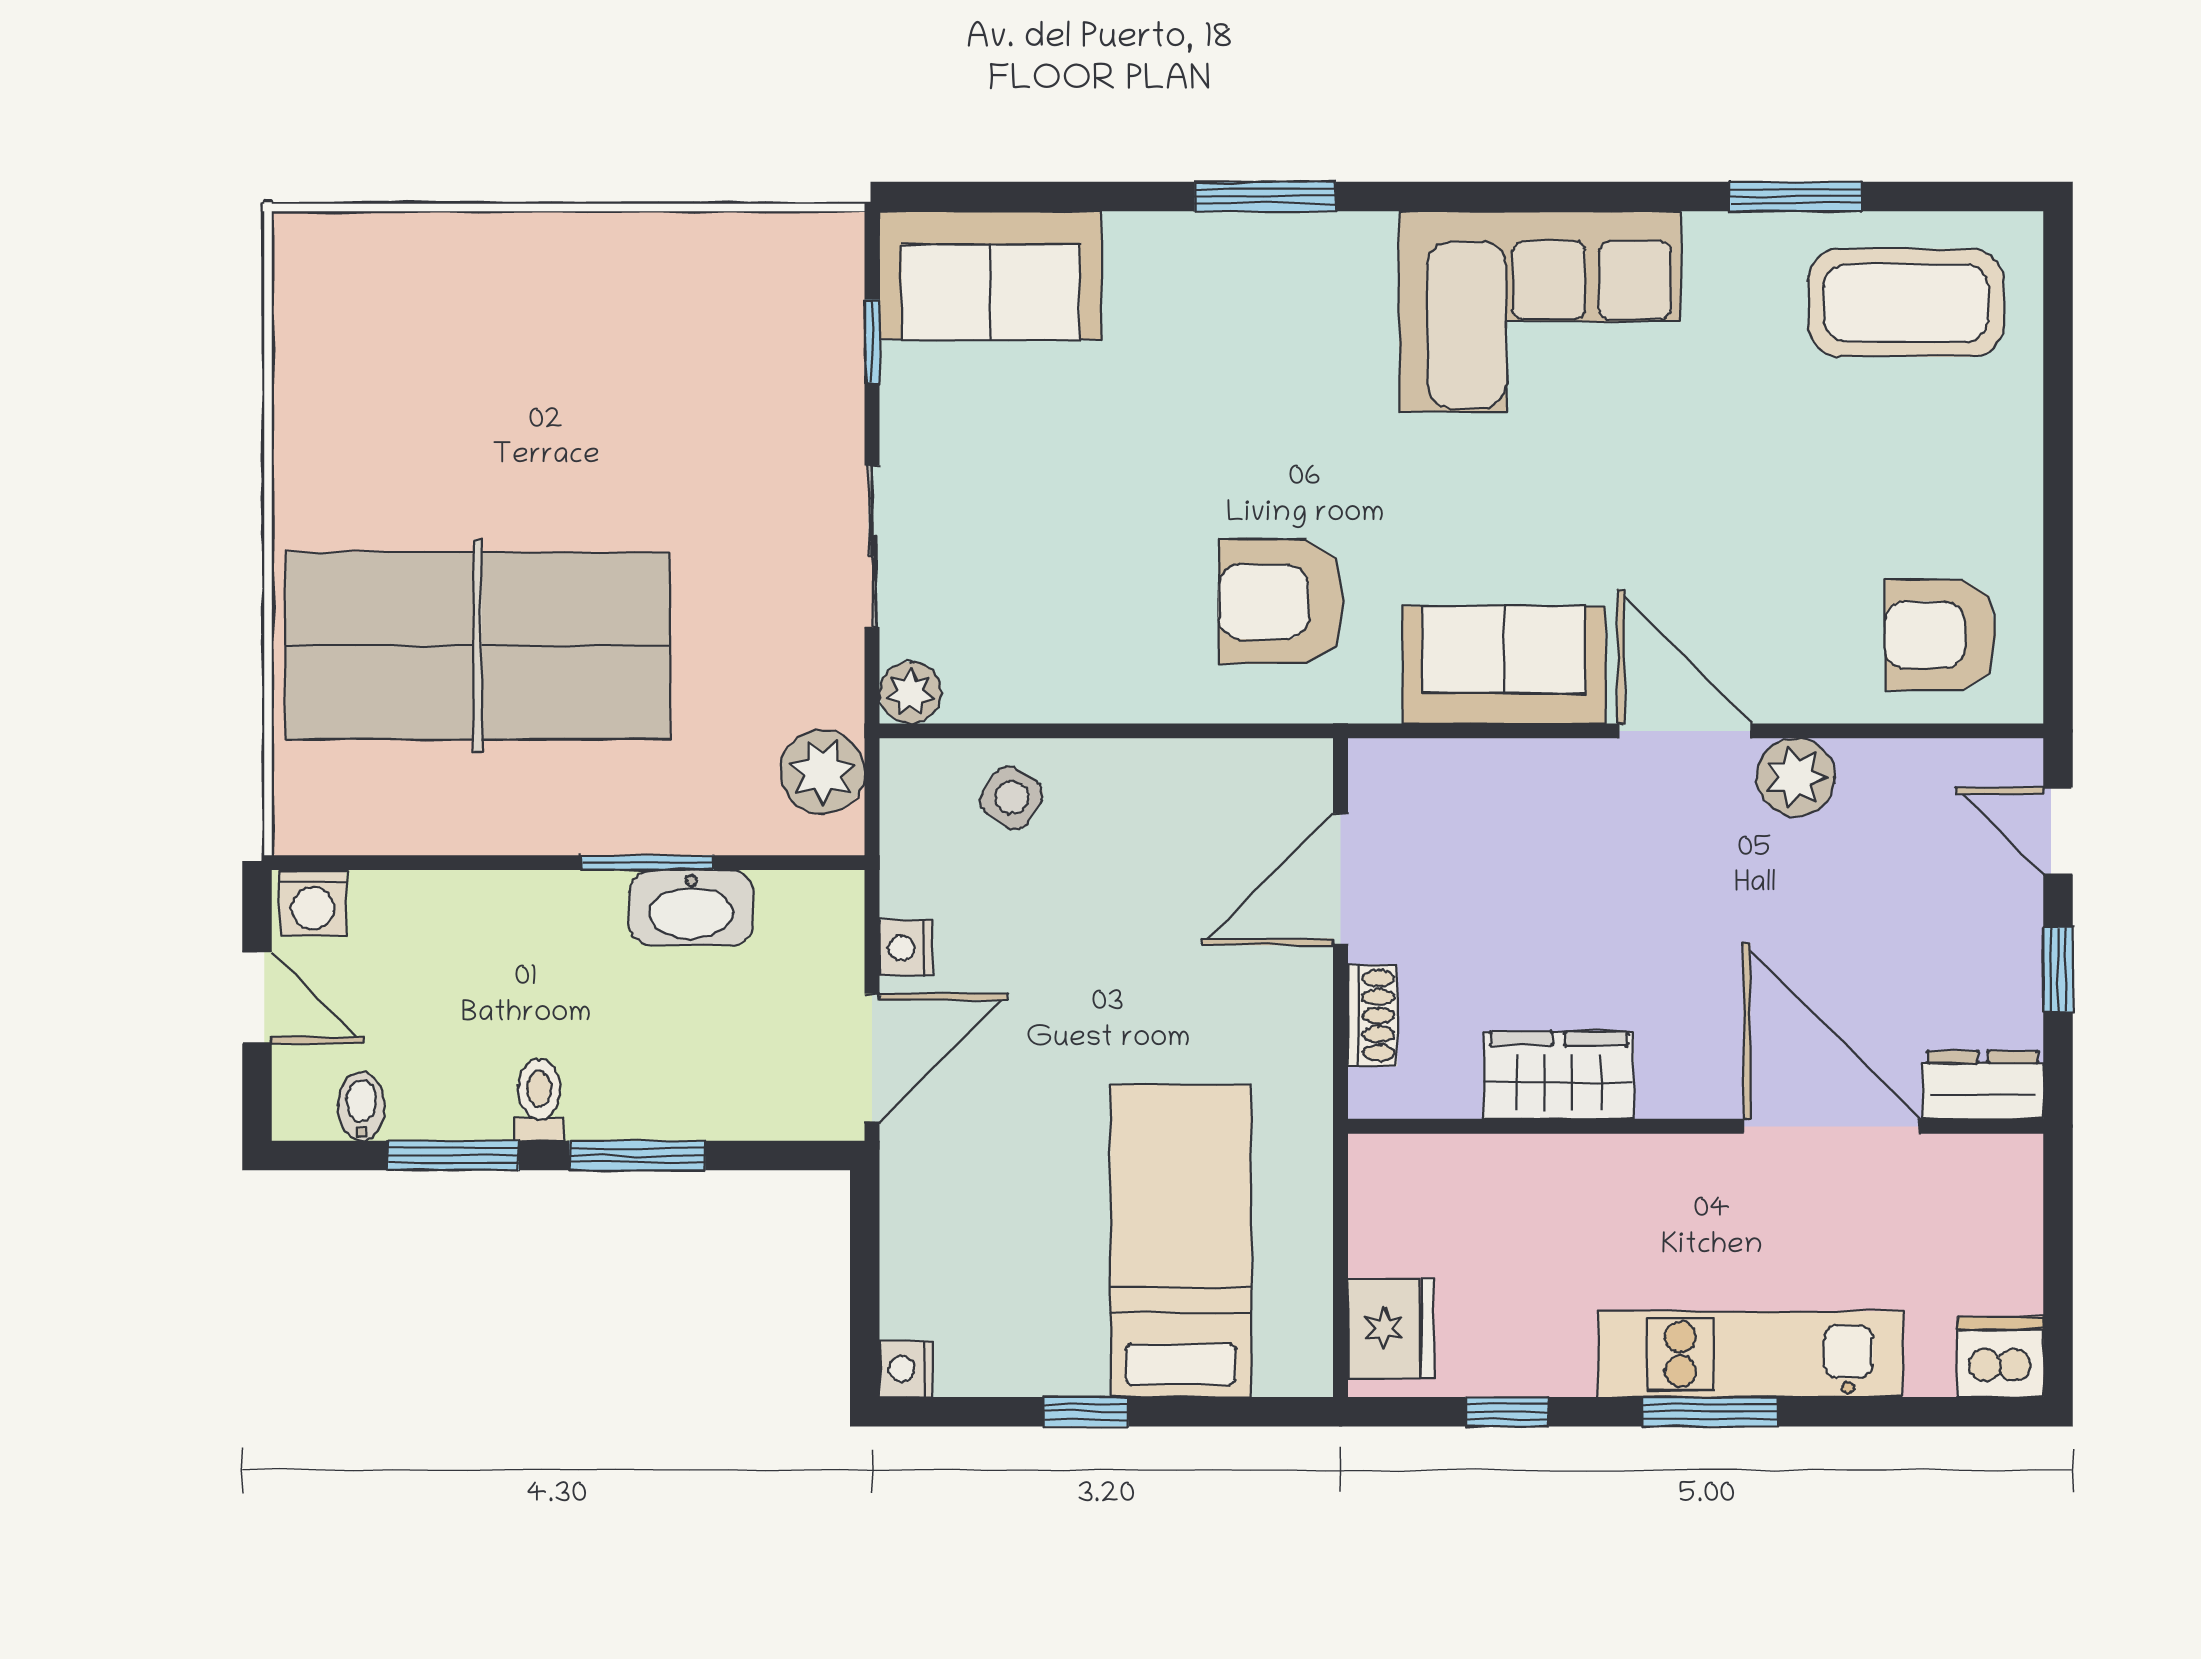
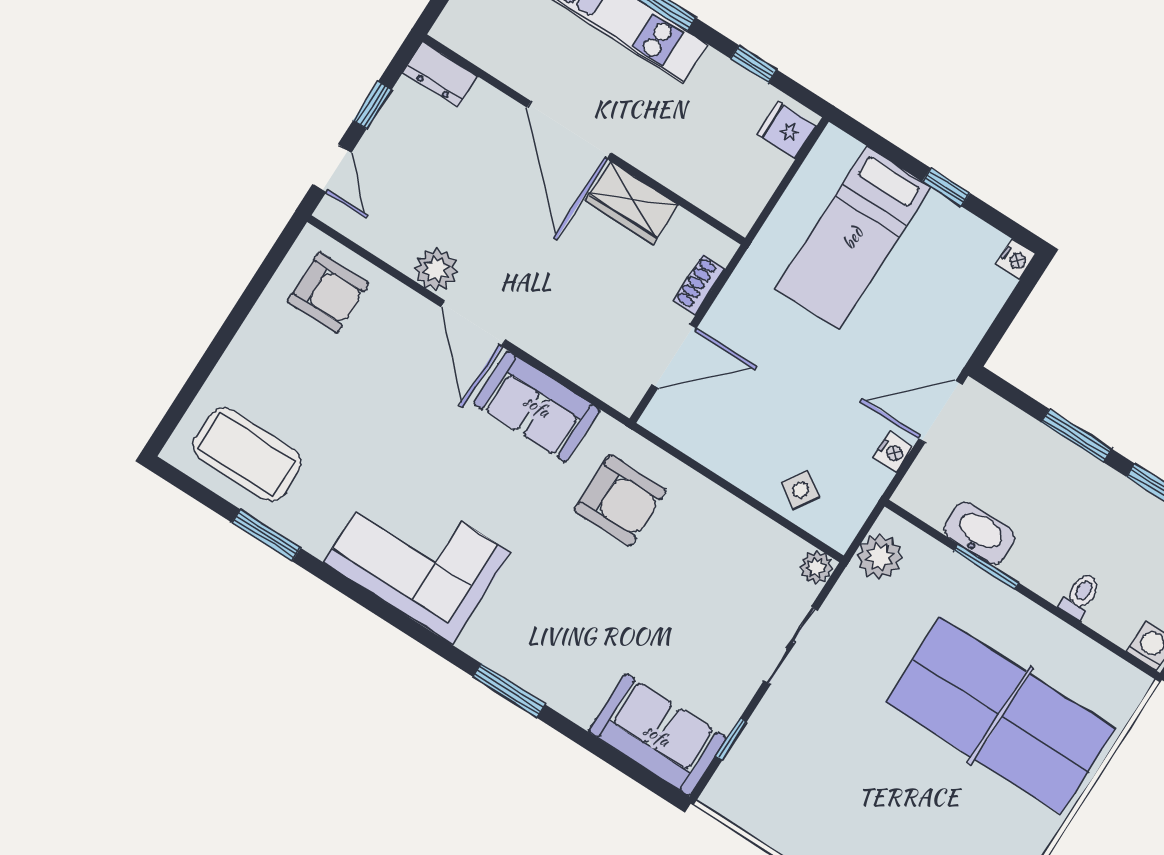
toilet: (539, 1100) -> (1081, 596), moved, turned 180
door: (1832, 1126) -> (569, 130), moved
fridge: (1391, 1328) -> (786, 130), width x0.72

